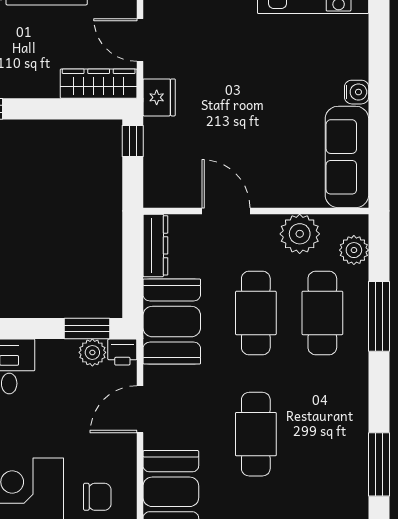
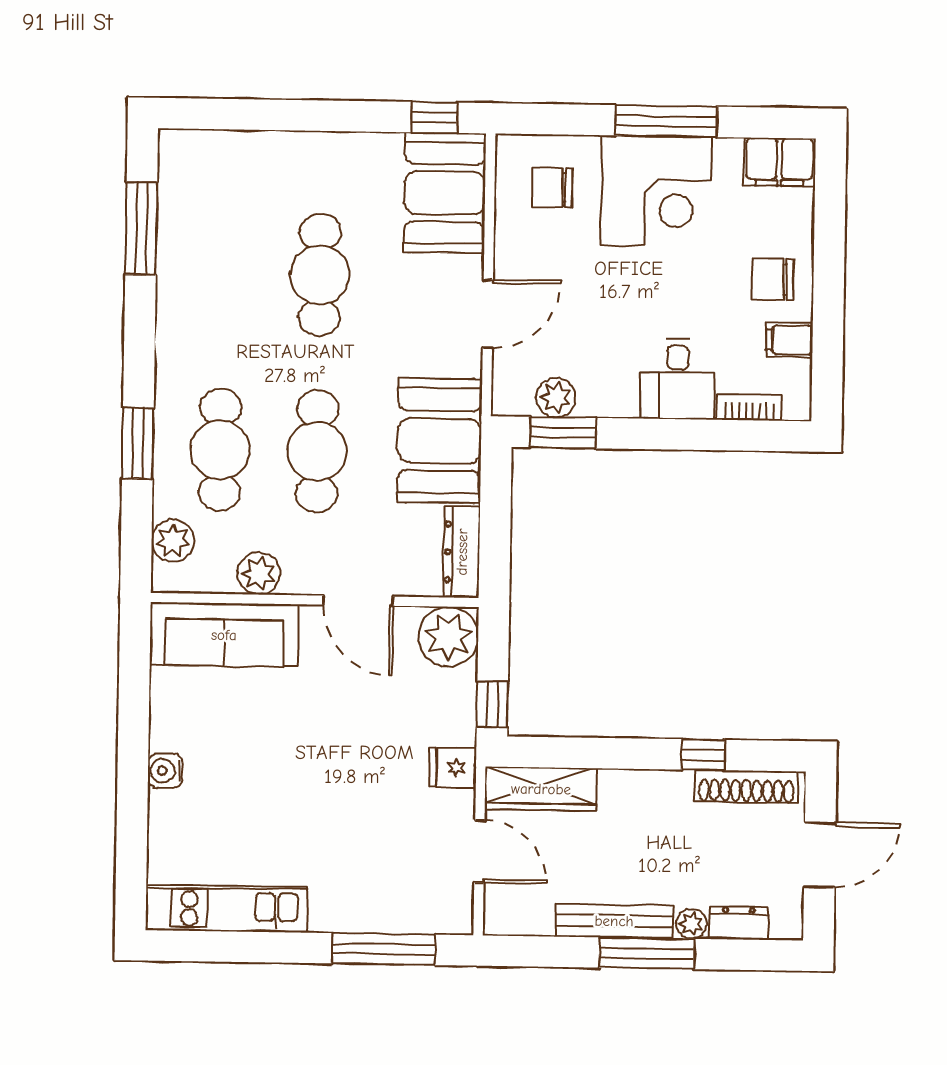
fridge: (159, 97) -> (453, 767), width x0.72
sofa: (347, 157) -> (224, 635), moved, turned 90
plant: (164, 187) -> (448, 637), added
plant: (300, 234) -> (259, 573), width x0.73, depth x0.73
window: (379, 316) -> (138, 444), width x0.69
printer: (122, 352) -> (512, 398), removed

